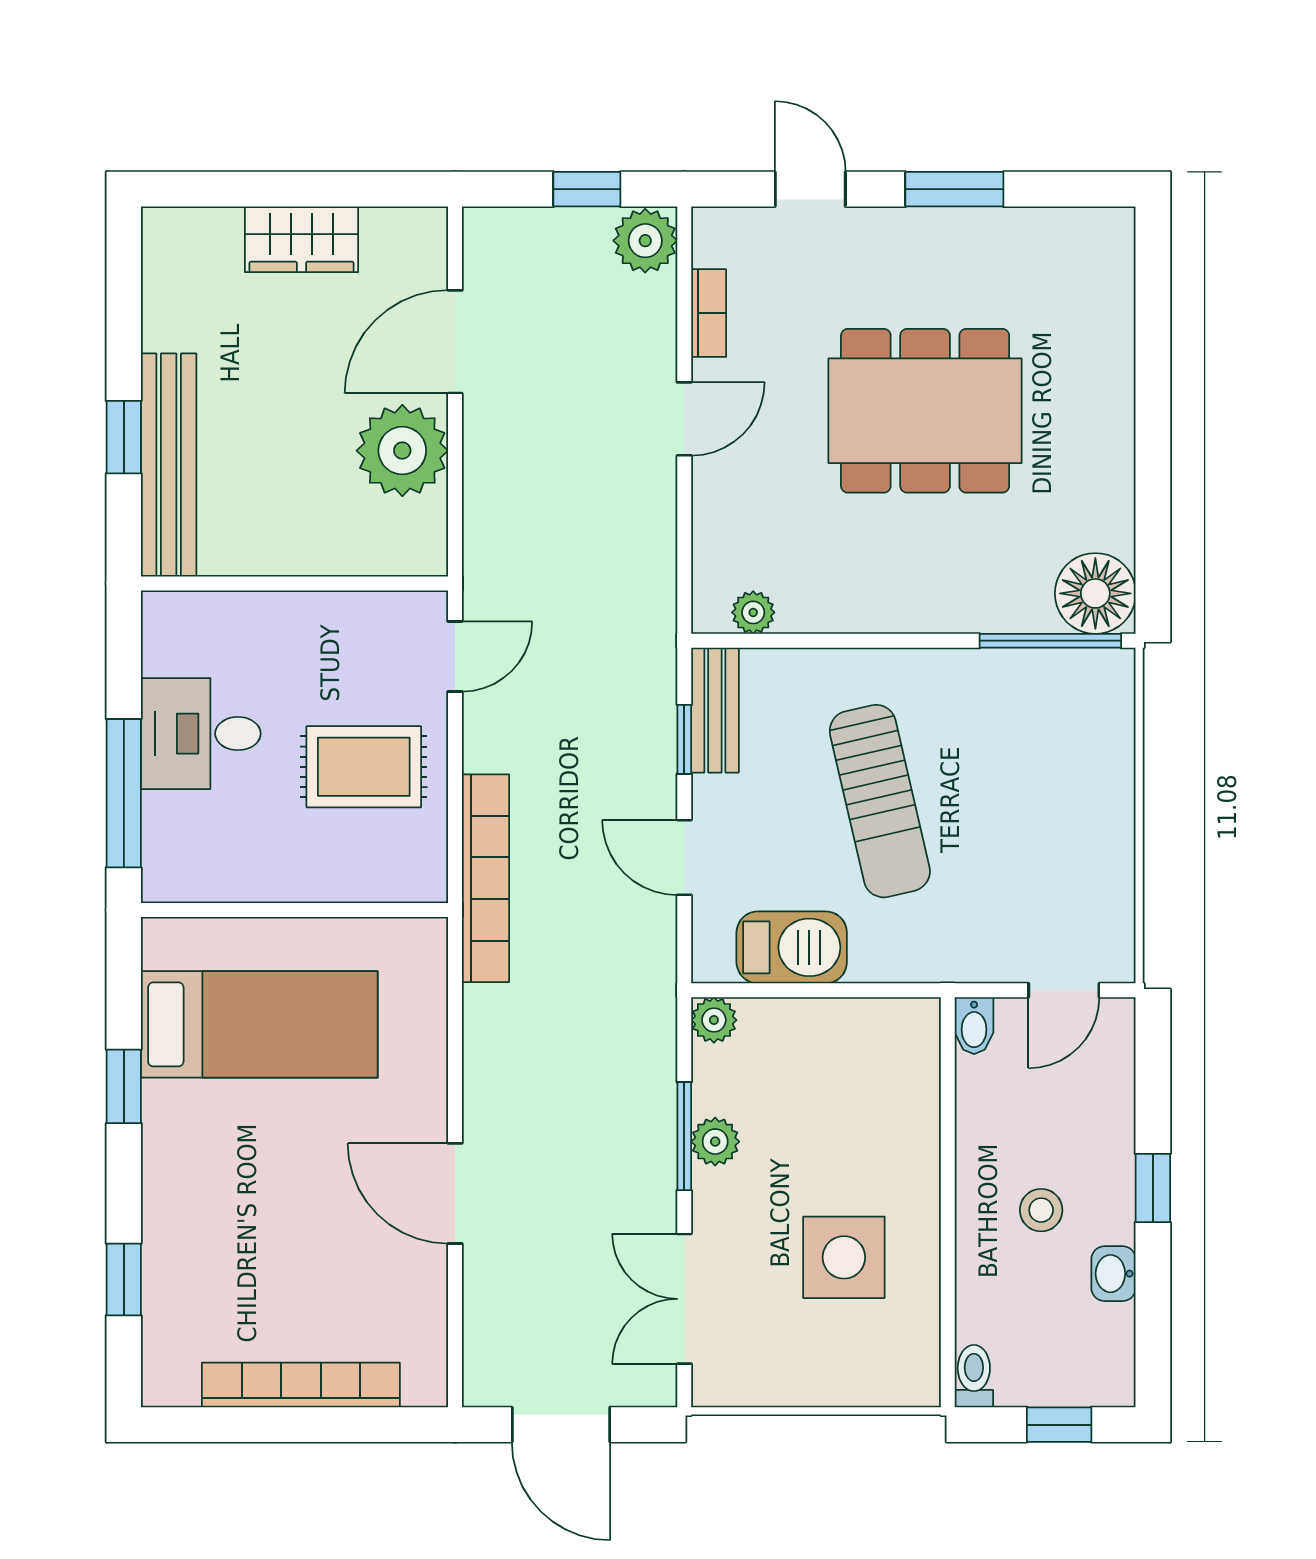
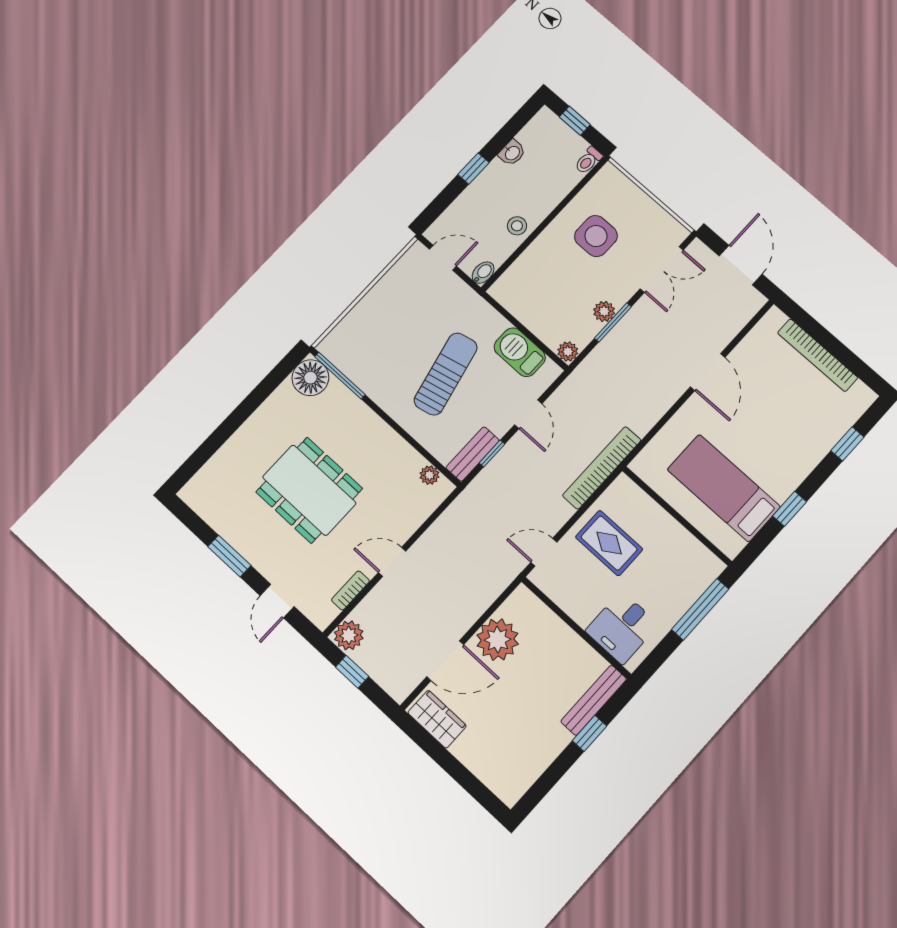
wardrobe: (301, 239) -> (437, 719), moved
bench: (169, 465) -> (594, 700), width x0.73, depth x0.82
desk: (201, 734) -> (622, 628), moved, turned 90
stool: (1041, 1210) -> (517, 226), moved

